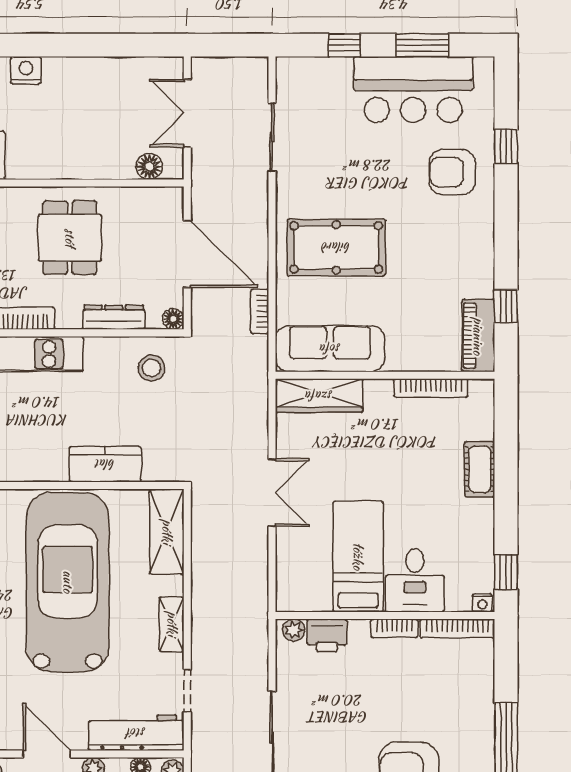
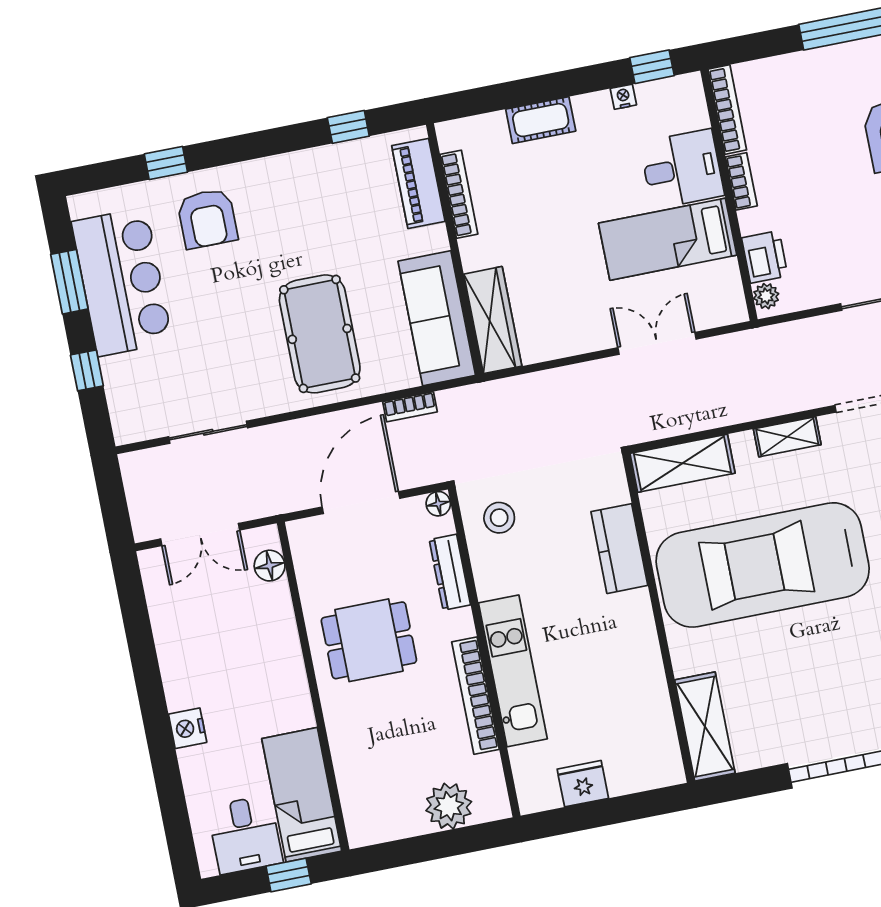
piano: (478, 336) -> (418, 183), moved, turned 90
double door: (272, 492) -> (657, 343), moved
nightstand: (482, 603) -> (623, 97), moved, turned -90

